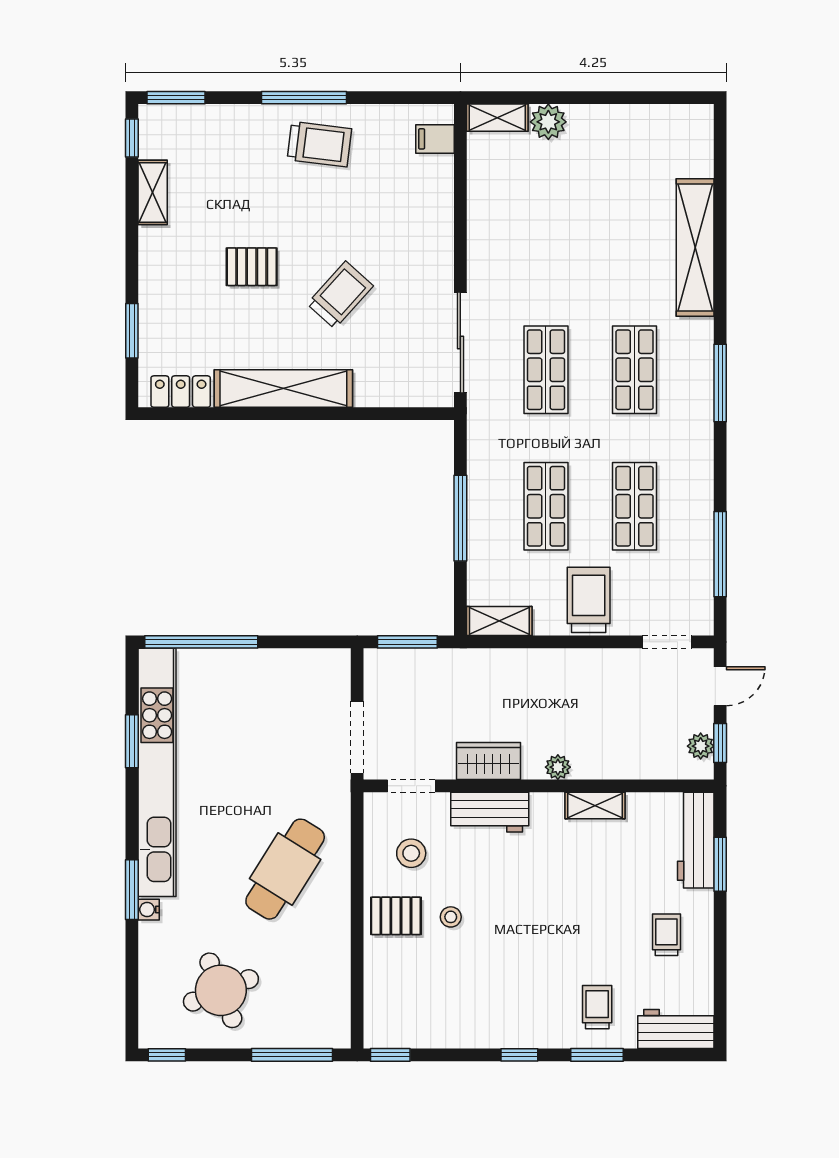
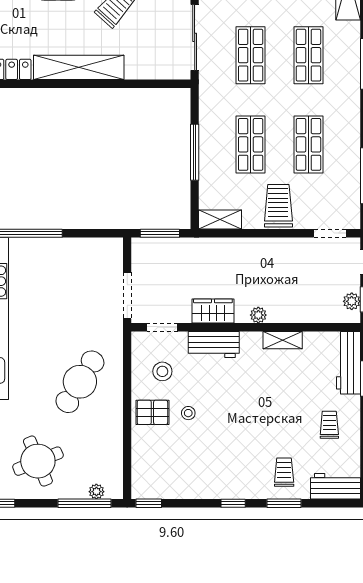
plant: (310, 1037) -> (96, 492), added

